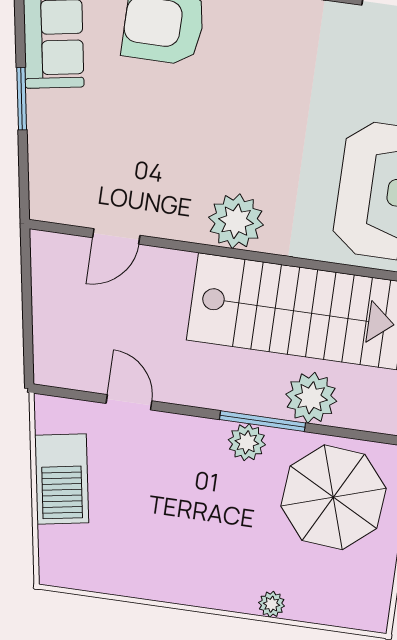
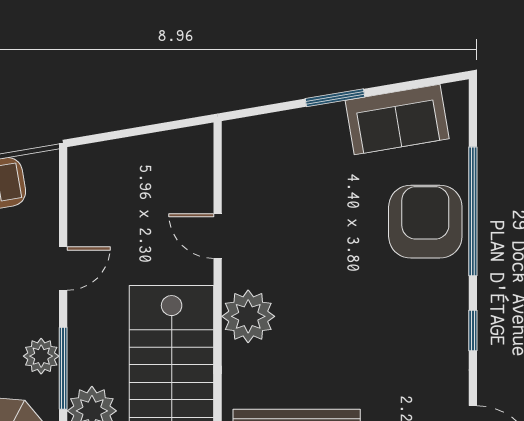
door: (116, 236) -> (218, 236), moved
door: (129, 402) -> (63, 269), moved

